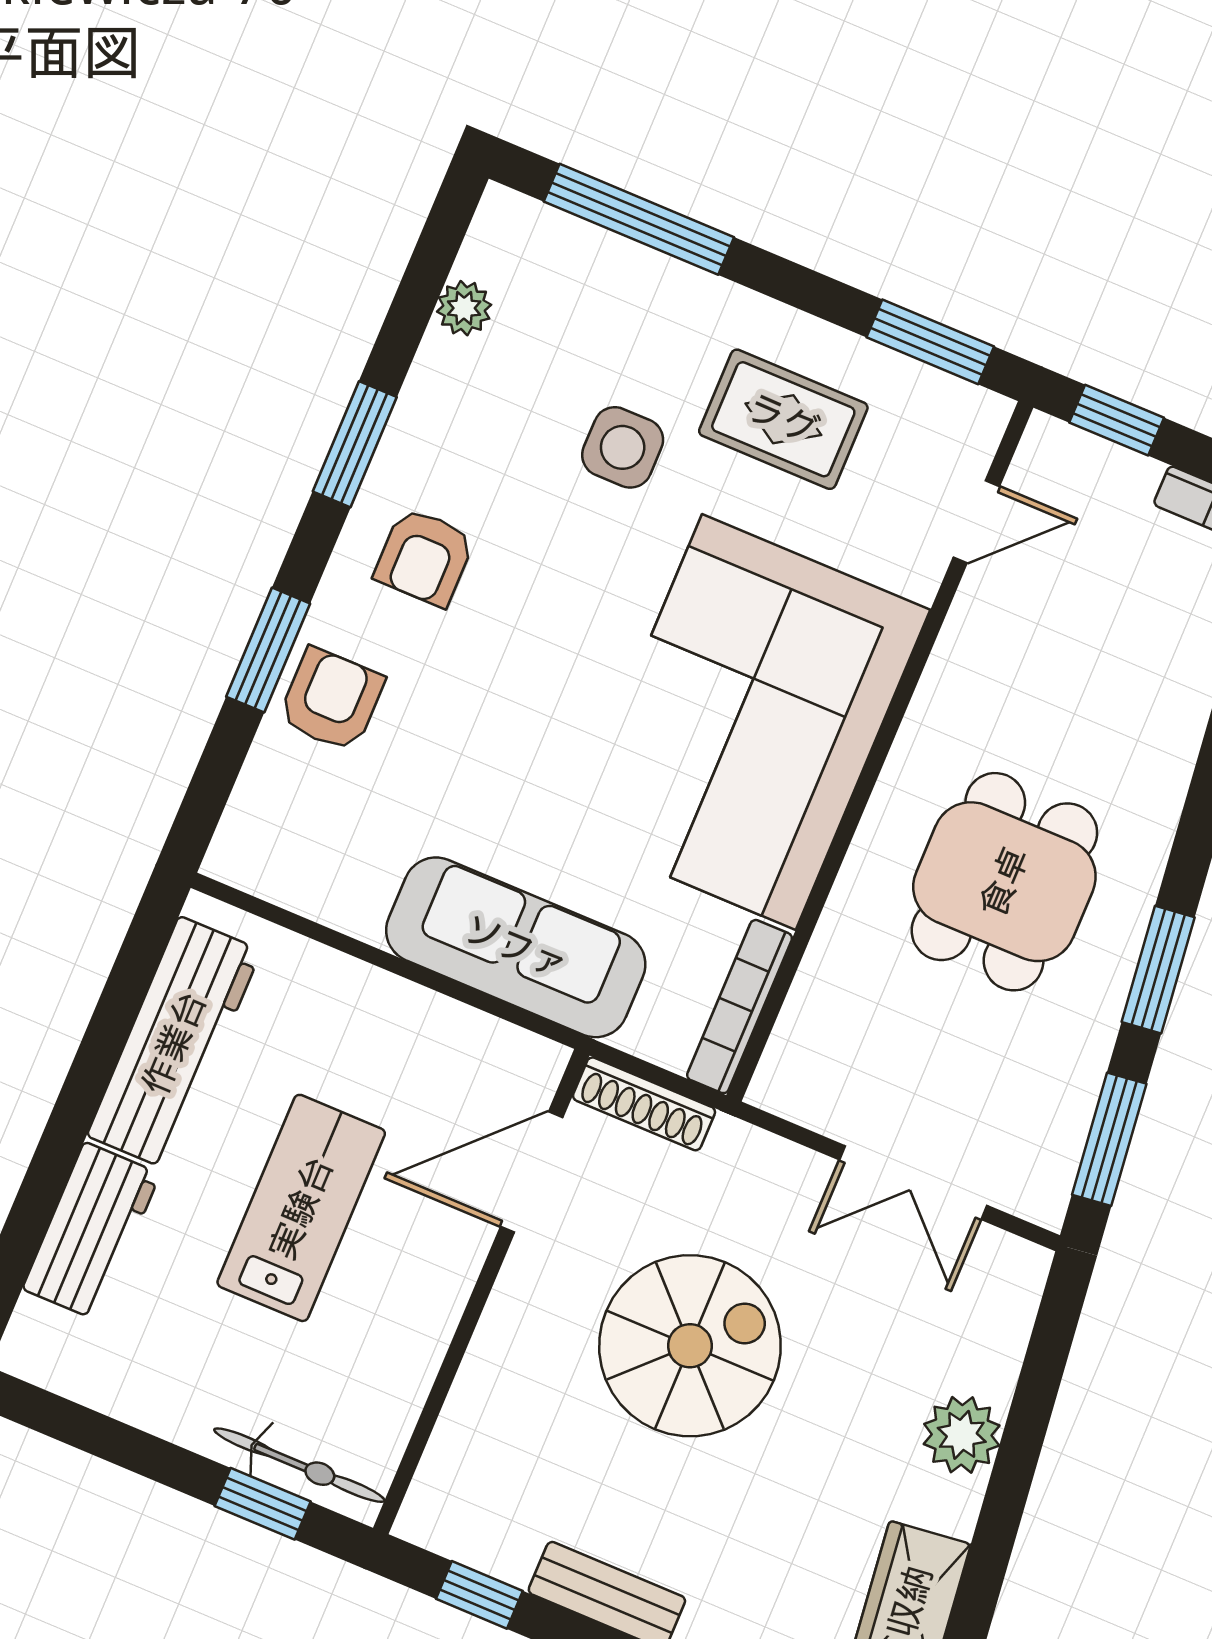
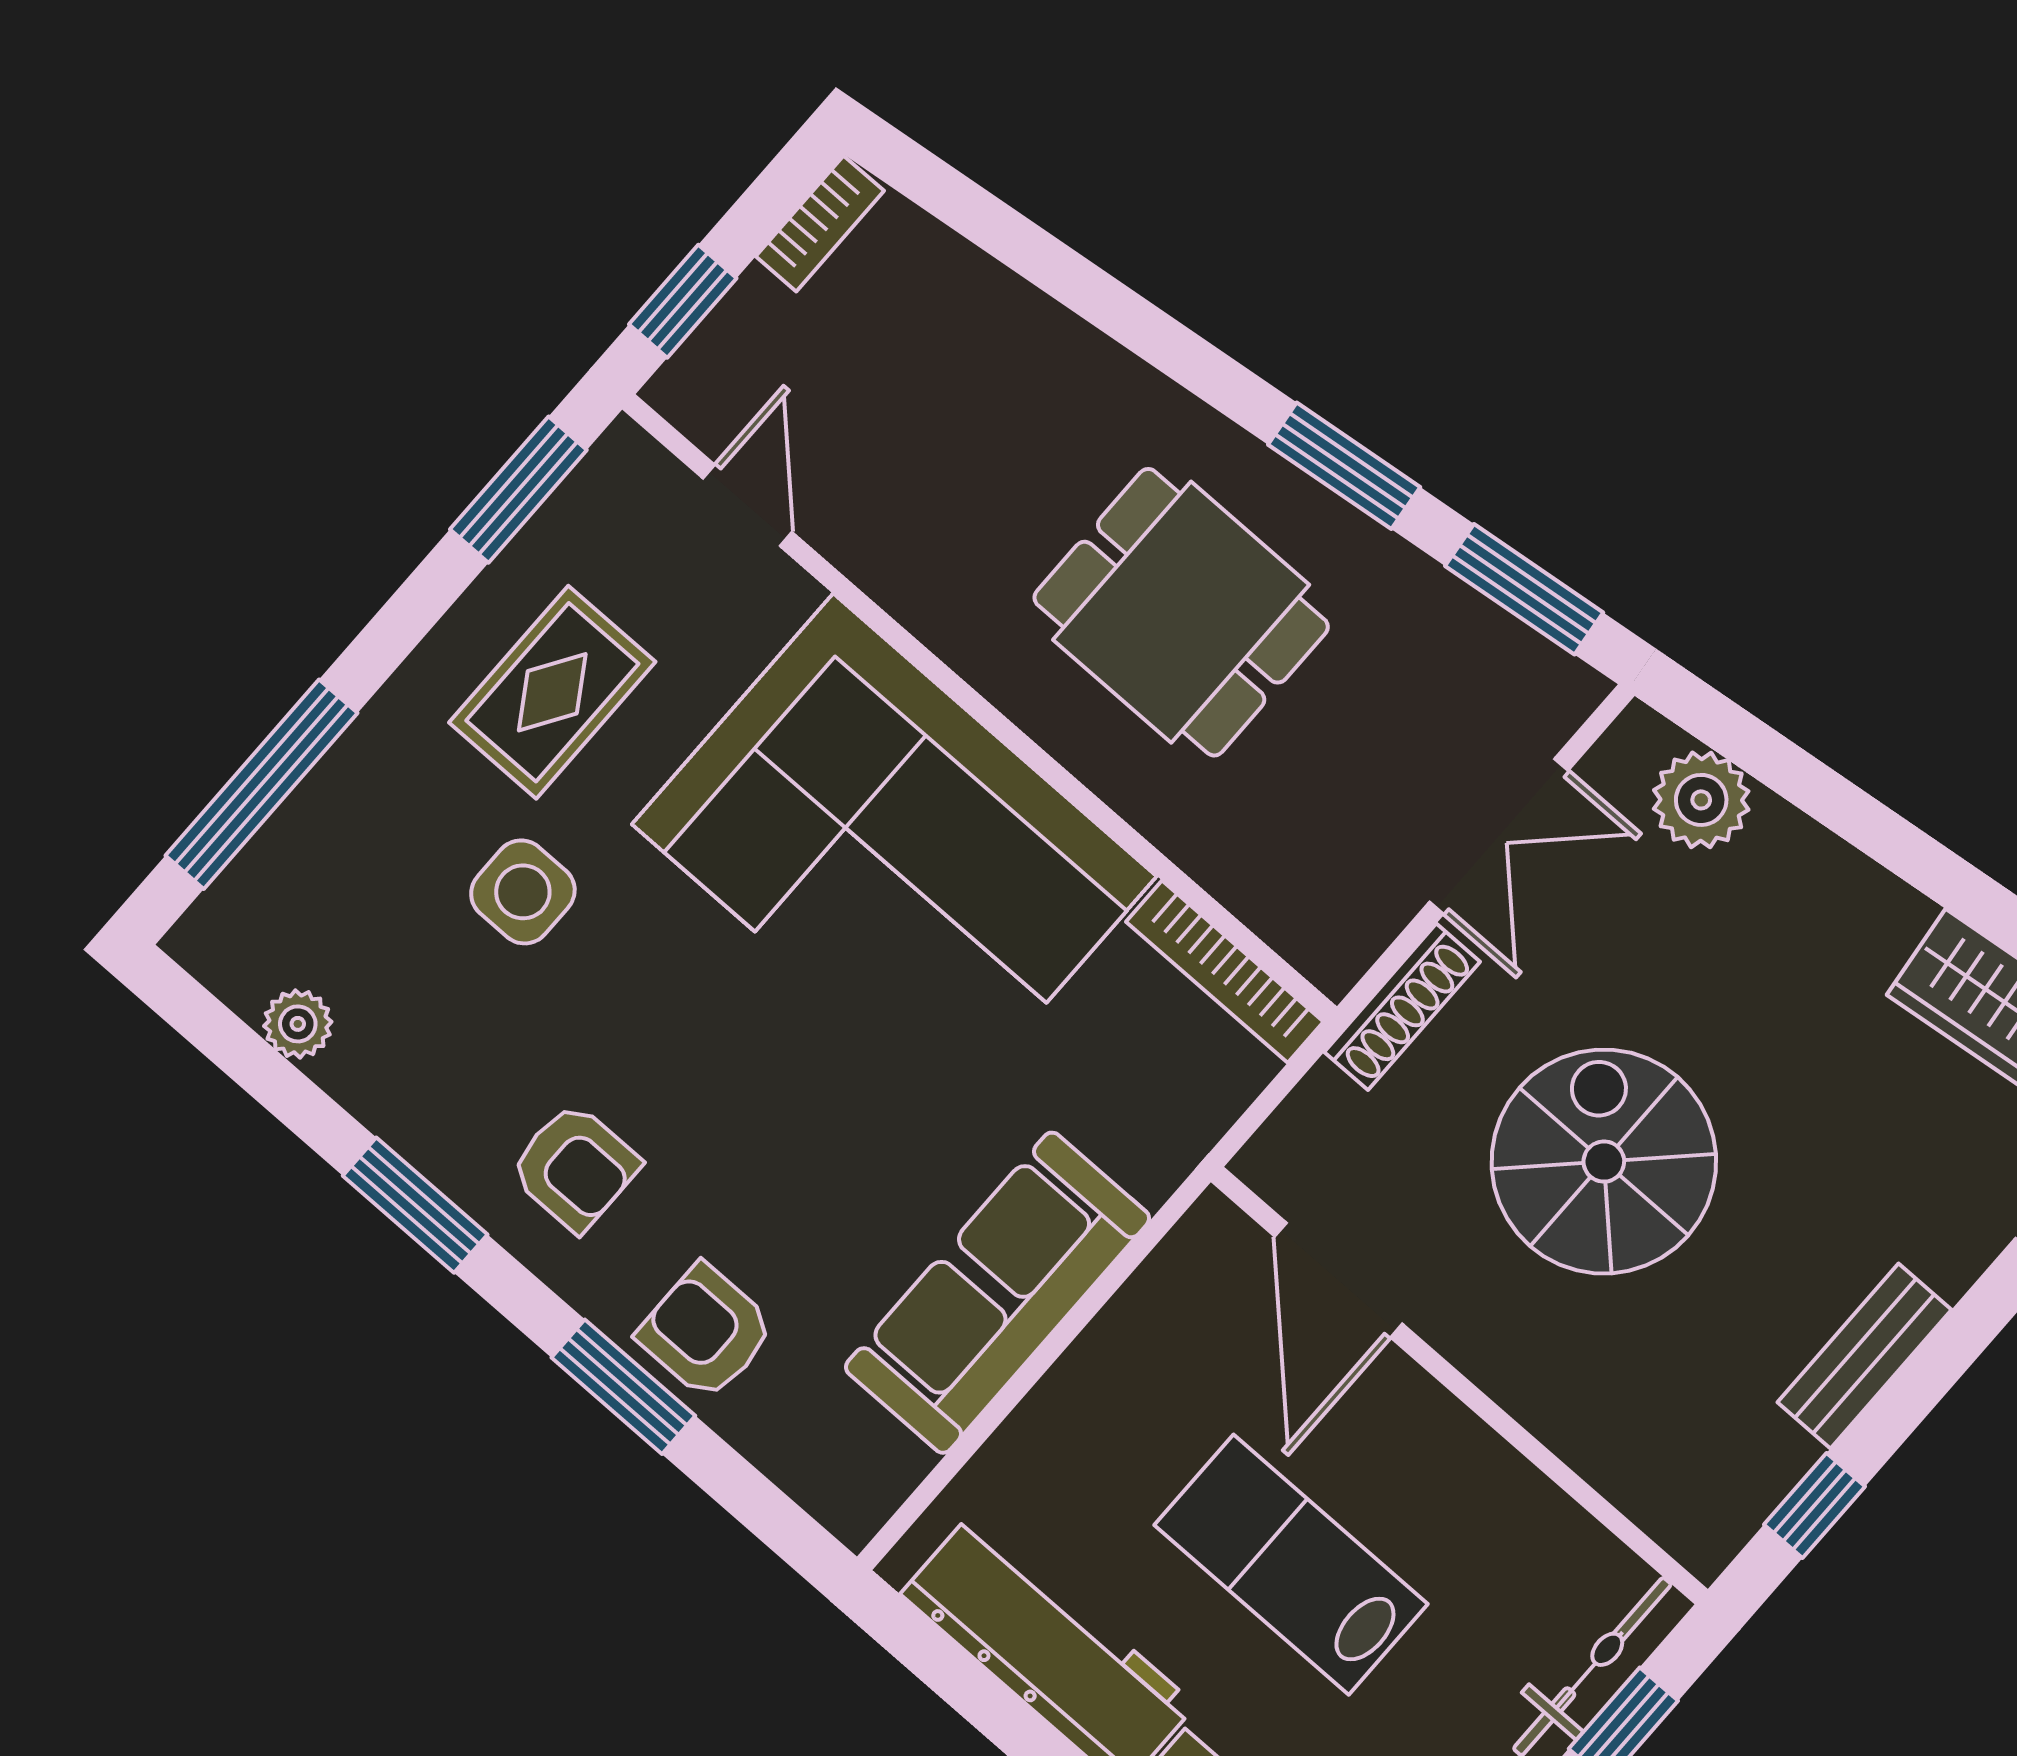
sofa: (516, 947) -> (998, 1293), moved
shoe rack: (644, 1104) -> (1402, 1007), moved
plant: (962, 1435) -> (1701, 800), moved

